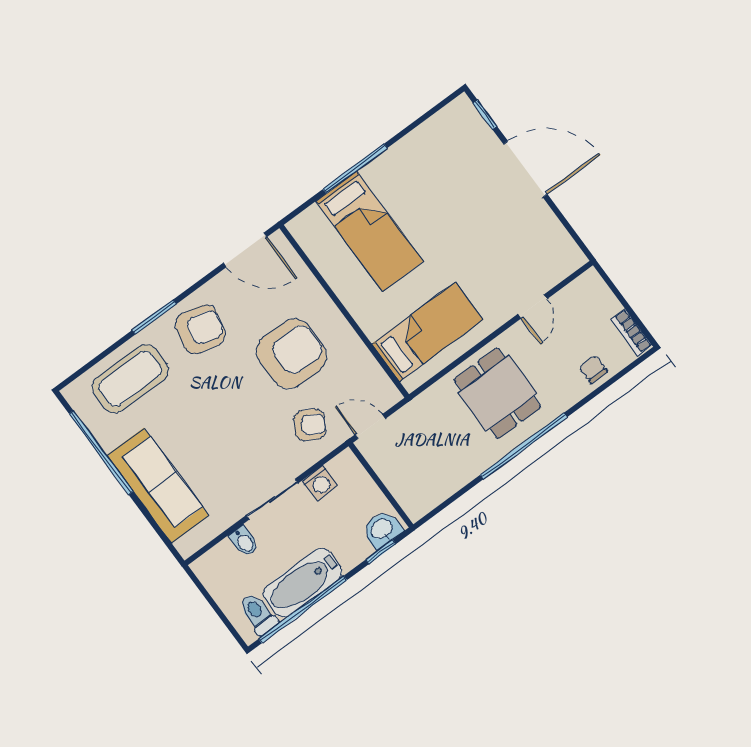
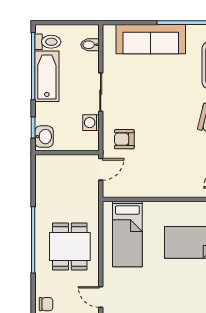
armchair: (291, 354) -> (167, 157), removed
dining table: (498, 393) -> (70, 246), turned 90
armchair: (310, 425) -> (124, 139), turned 60
bidet: (244, 541) -> (90, 45), moved

